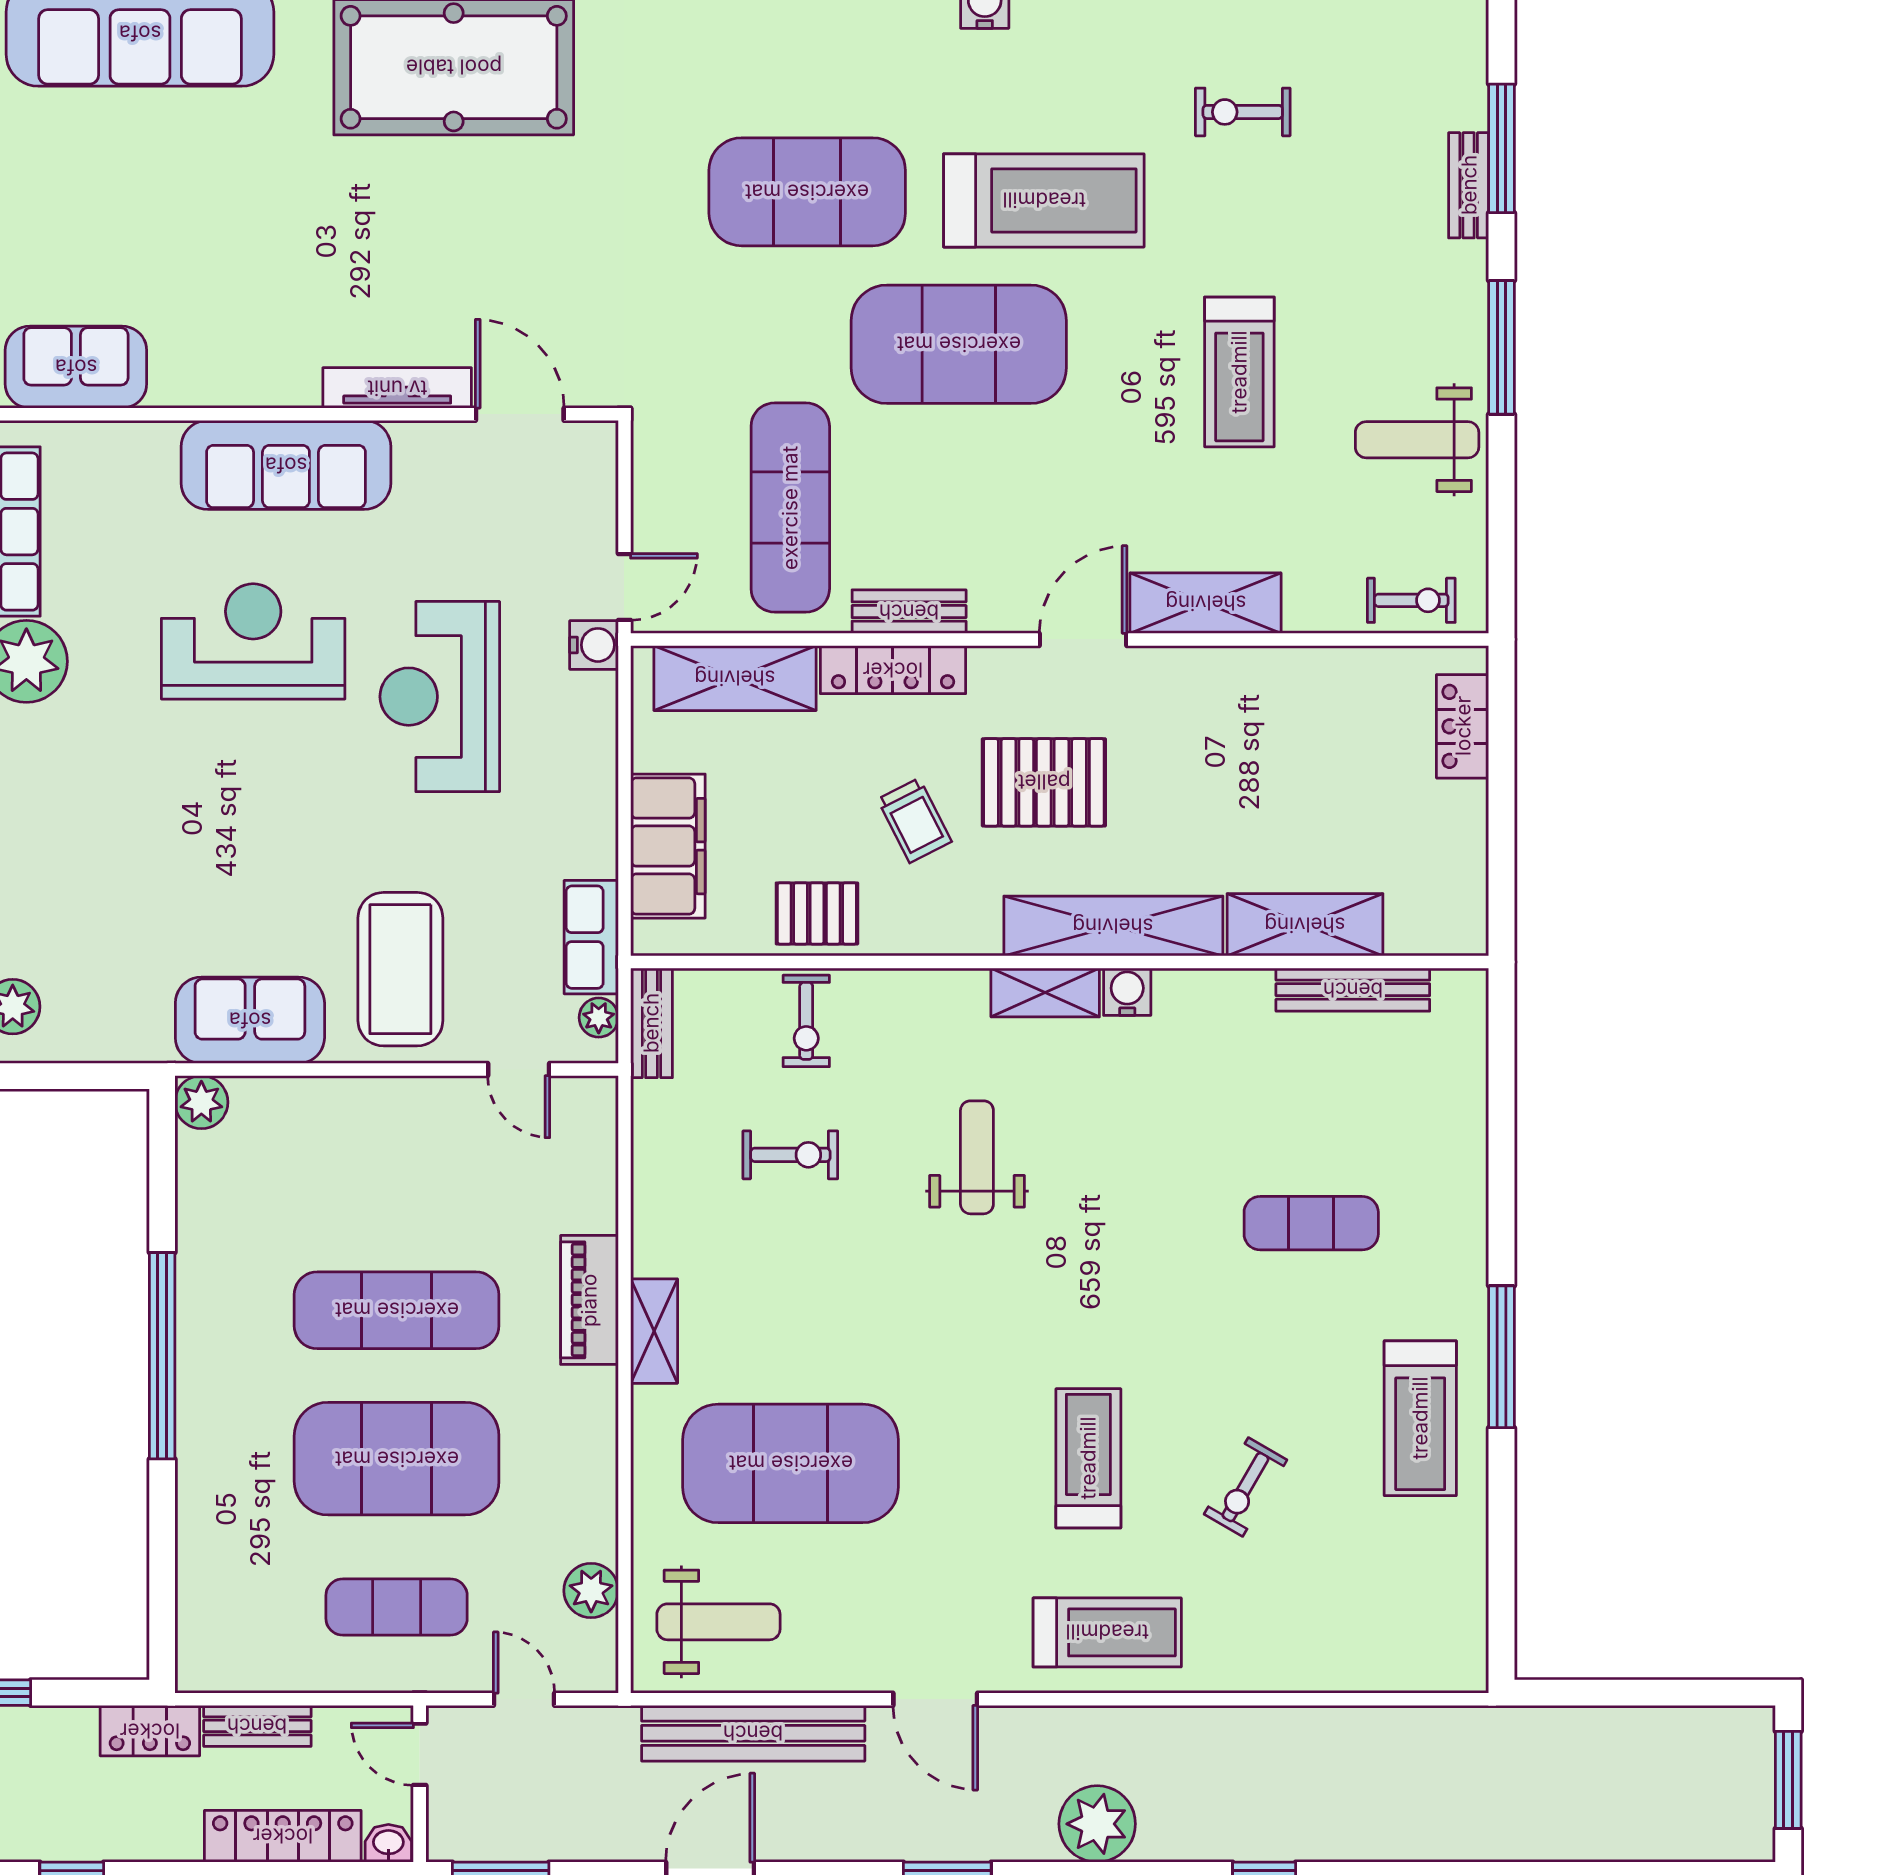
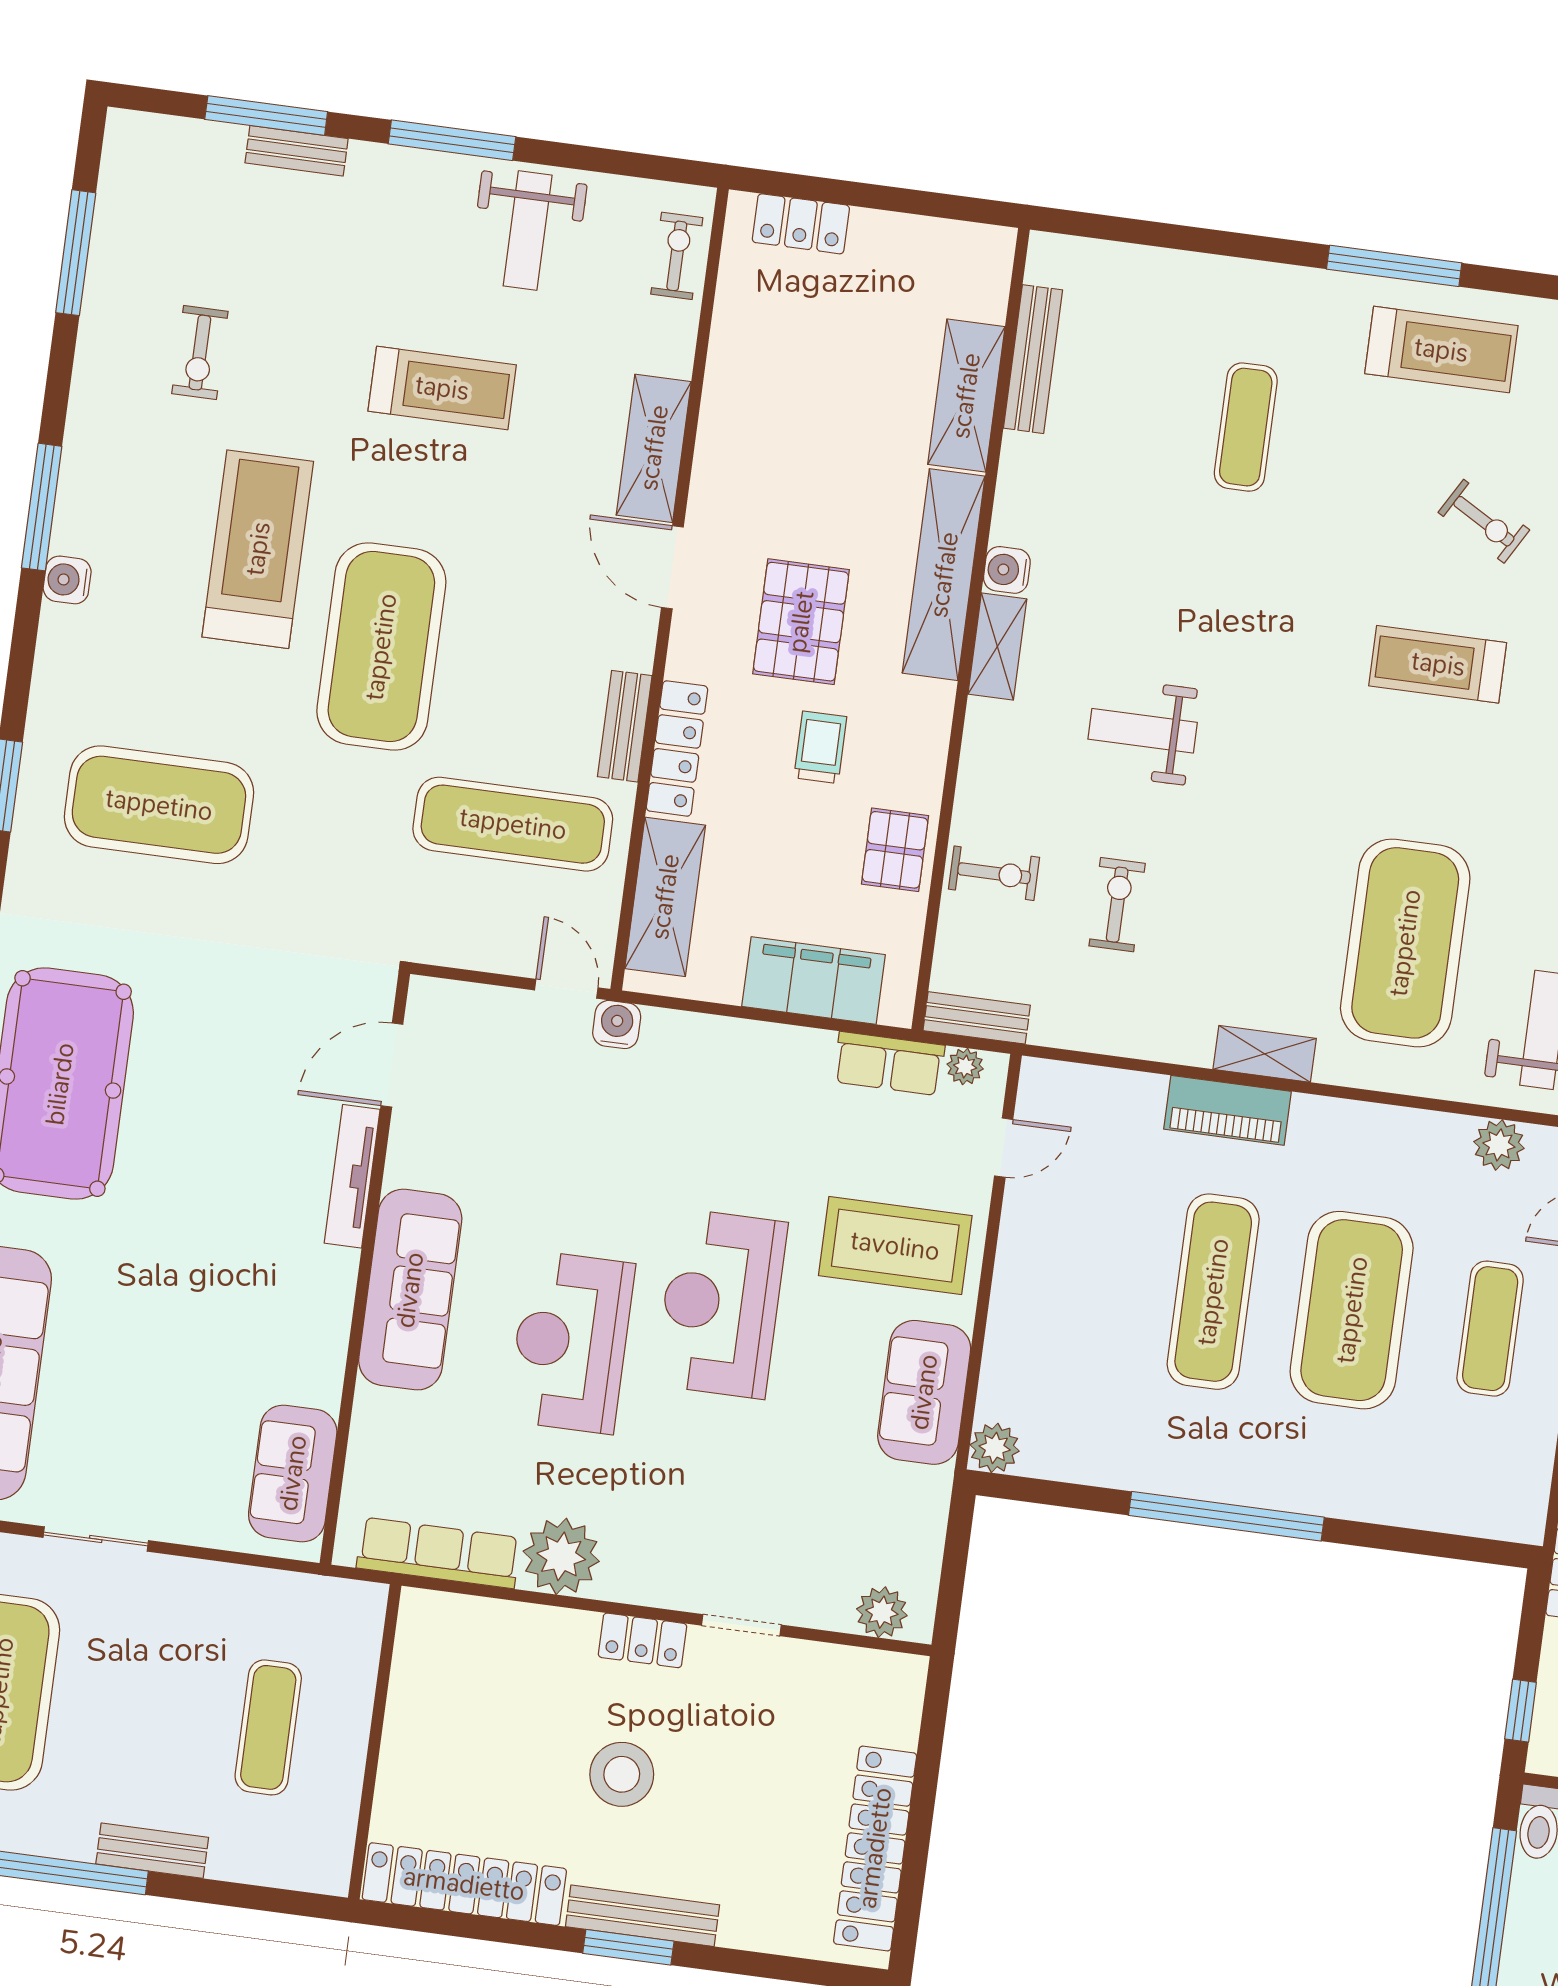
exercise mat: (807, 192) -> (159, 805), moved, turned 90
reception desk: (440, 697) -> (721, 1304), moved, turned 90
trolley: (914, 820) -> (820, 747), turned -63

